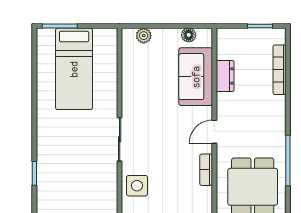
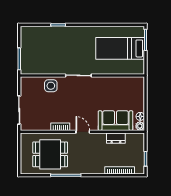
plant: (144, 36) -> (140, 126), moved

